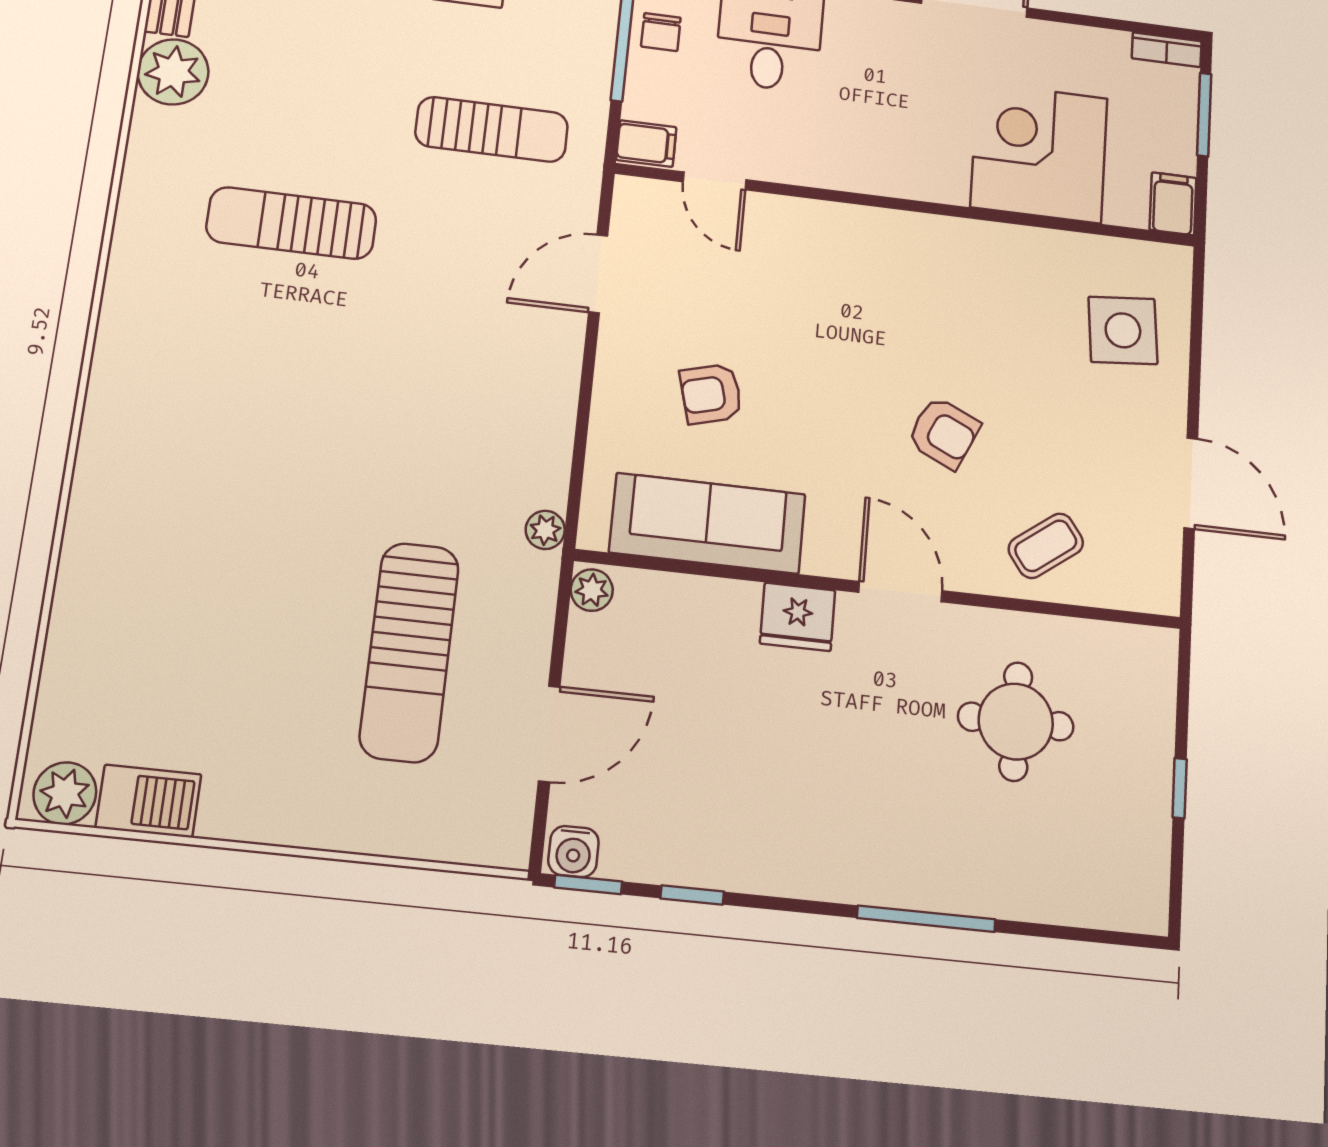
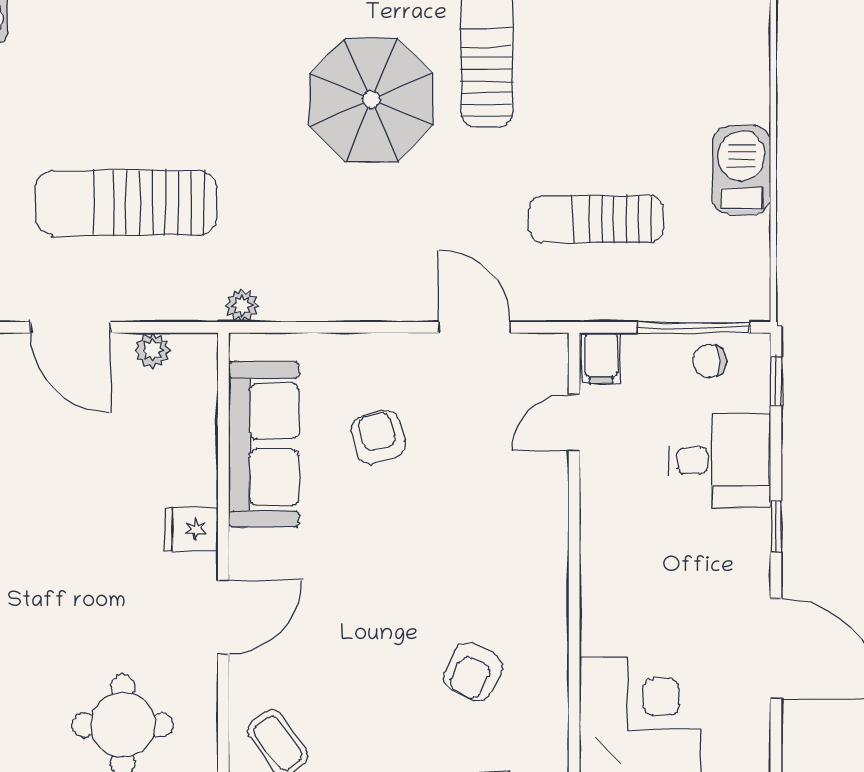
sun lounger: (492, 129) -> (596, 219), turned 90
parasol: (325, 356) -> (371, 100), added
armchair: (944, 433) -> (473, 672), moved
plant: (592, 590) -> (153, 350), moved
fridge: (798, 617) -> (192, 529), width x0.72

